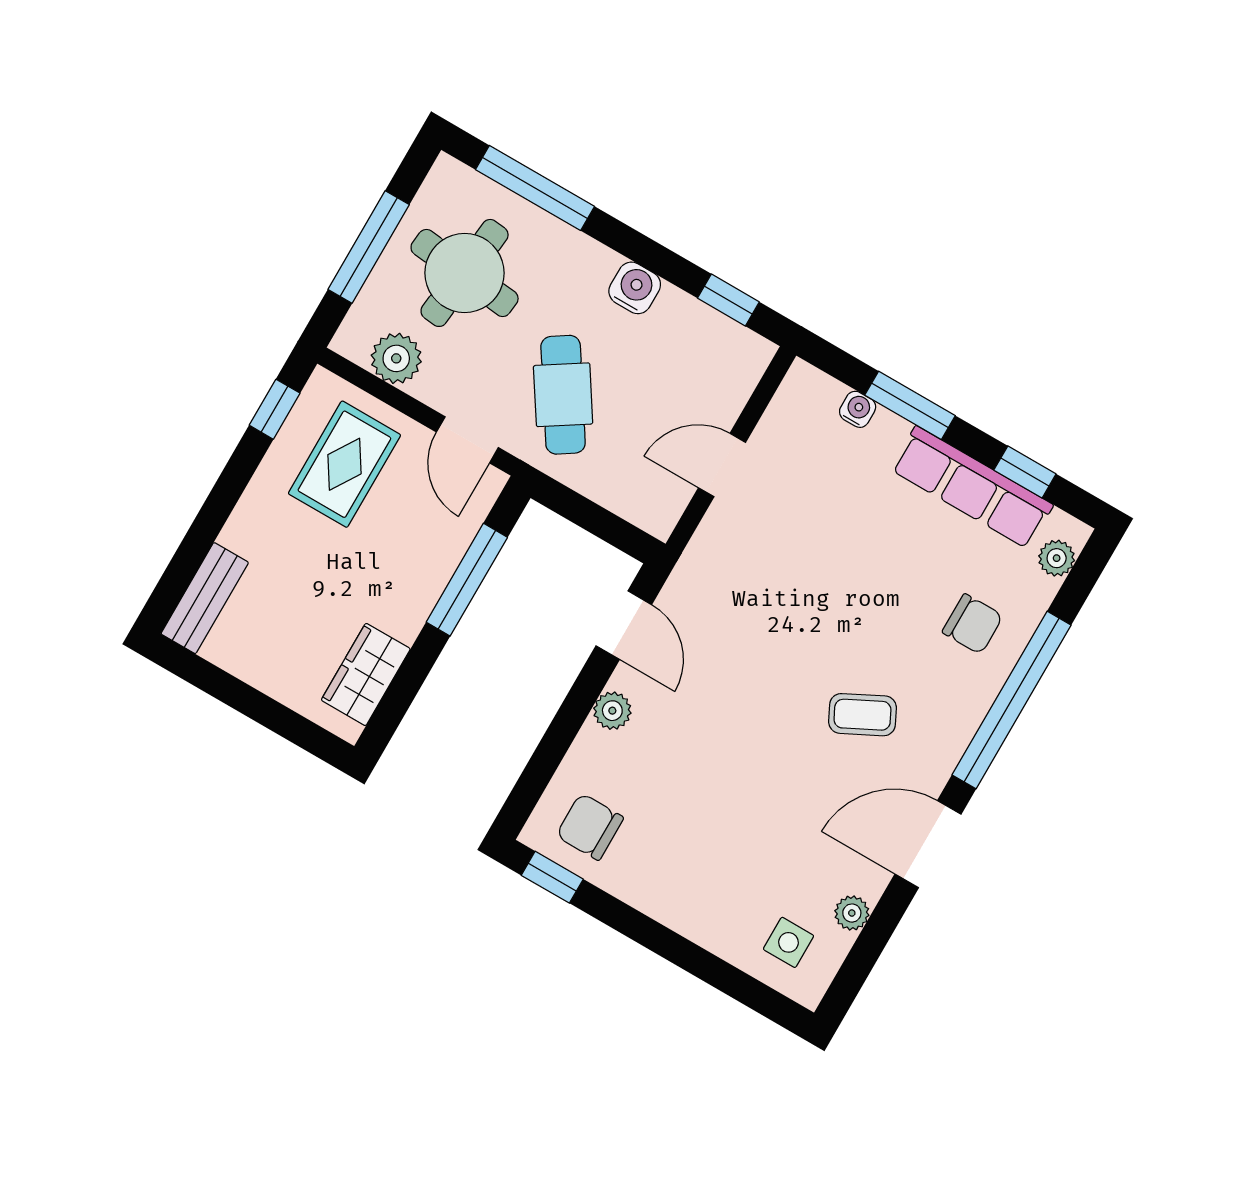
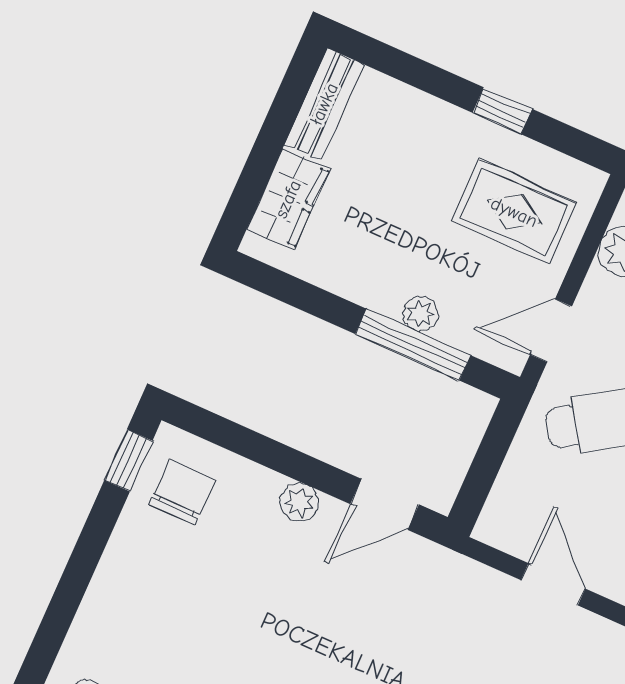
window: (275, 409) -> (502, 111), moved
plant: (437, 569) -> (421, 314), added
bench: (205, 598) -> (324, 104), moved, turned 90
wardrobe: (366, 674) -> (288, 199), moved, turned 90

